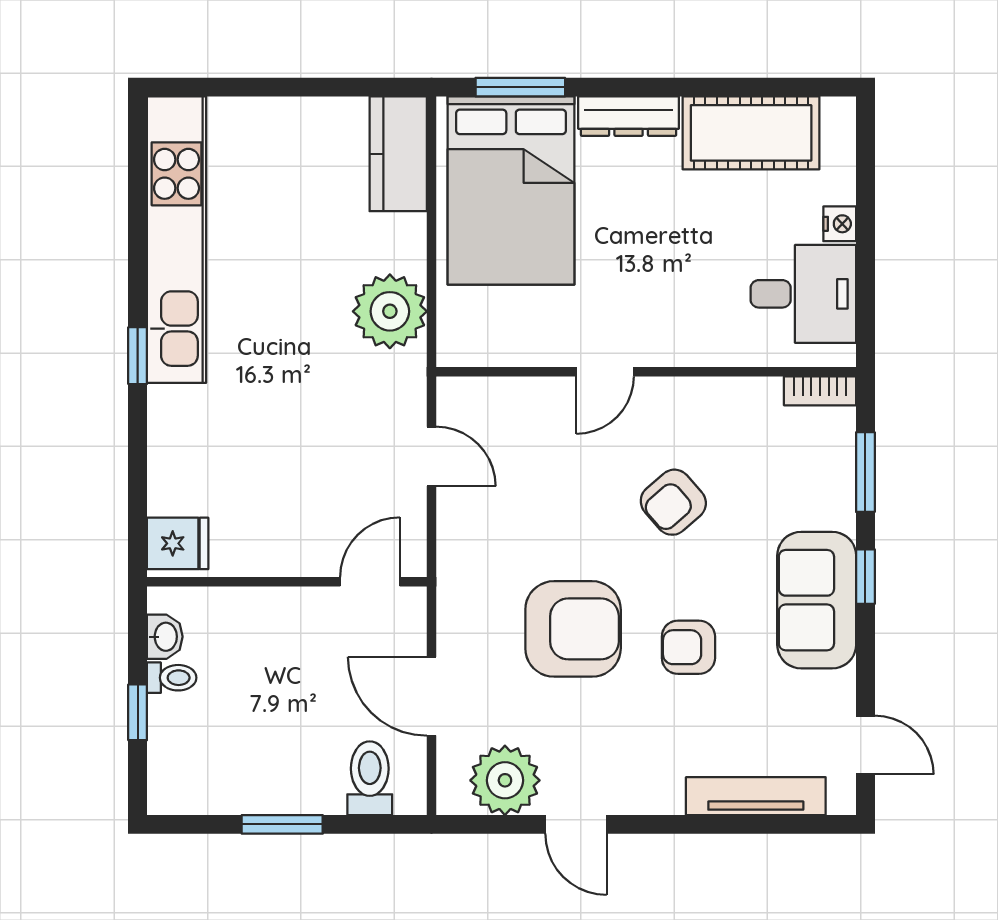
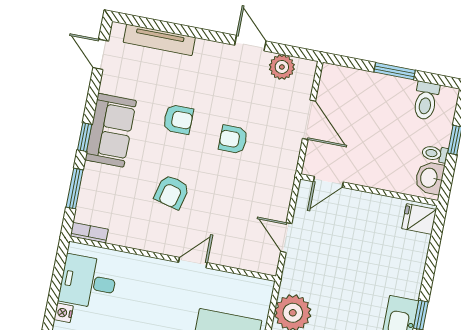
armchair: (673, 502) -> (172, 192), turned 145
armchair: (573, 629) -> (233, 139), width x0.53, depth x0.53
washbasin: (165, 637) -> (430, 178), width x1.38, depth x1.45
toilet: (370, 778) -> (426, 101), moved
plant: (505, 780) -> (282, 67), width x0.73, depth x0.73

